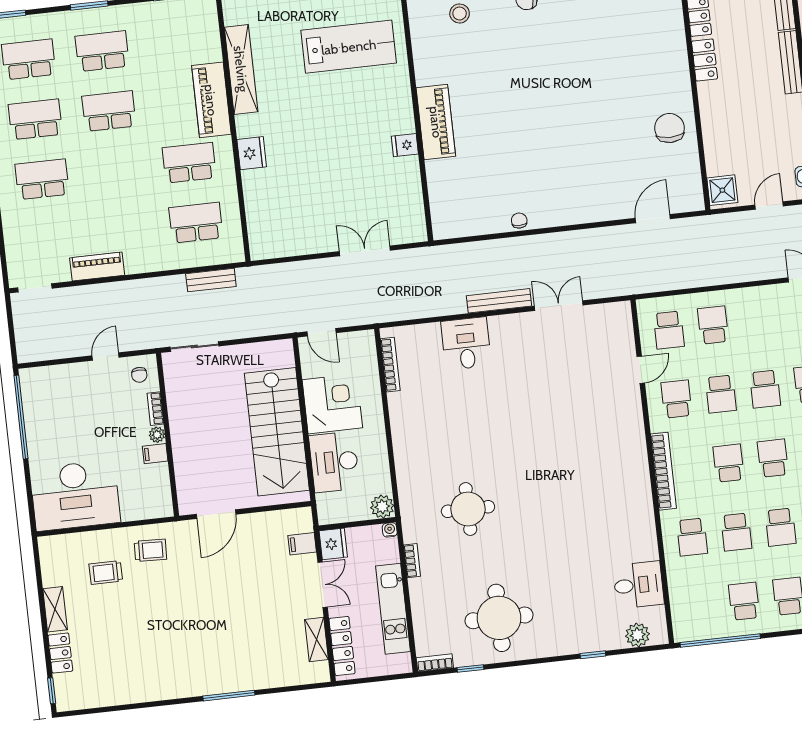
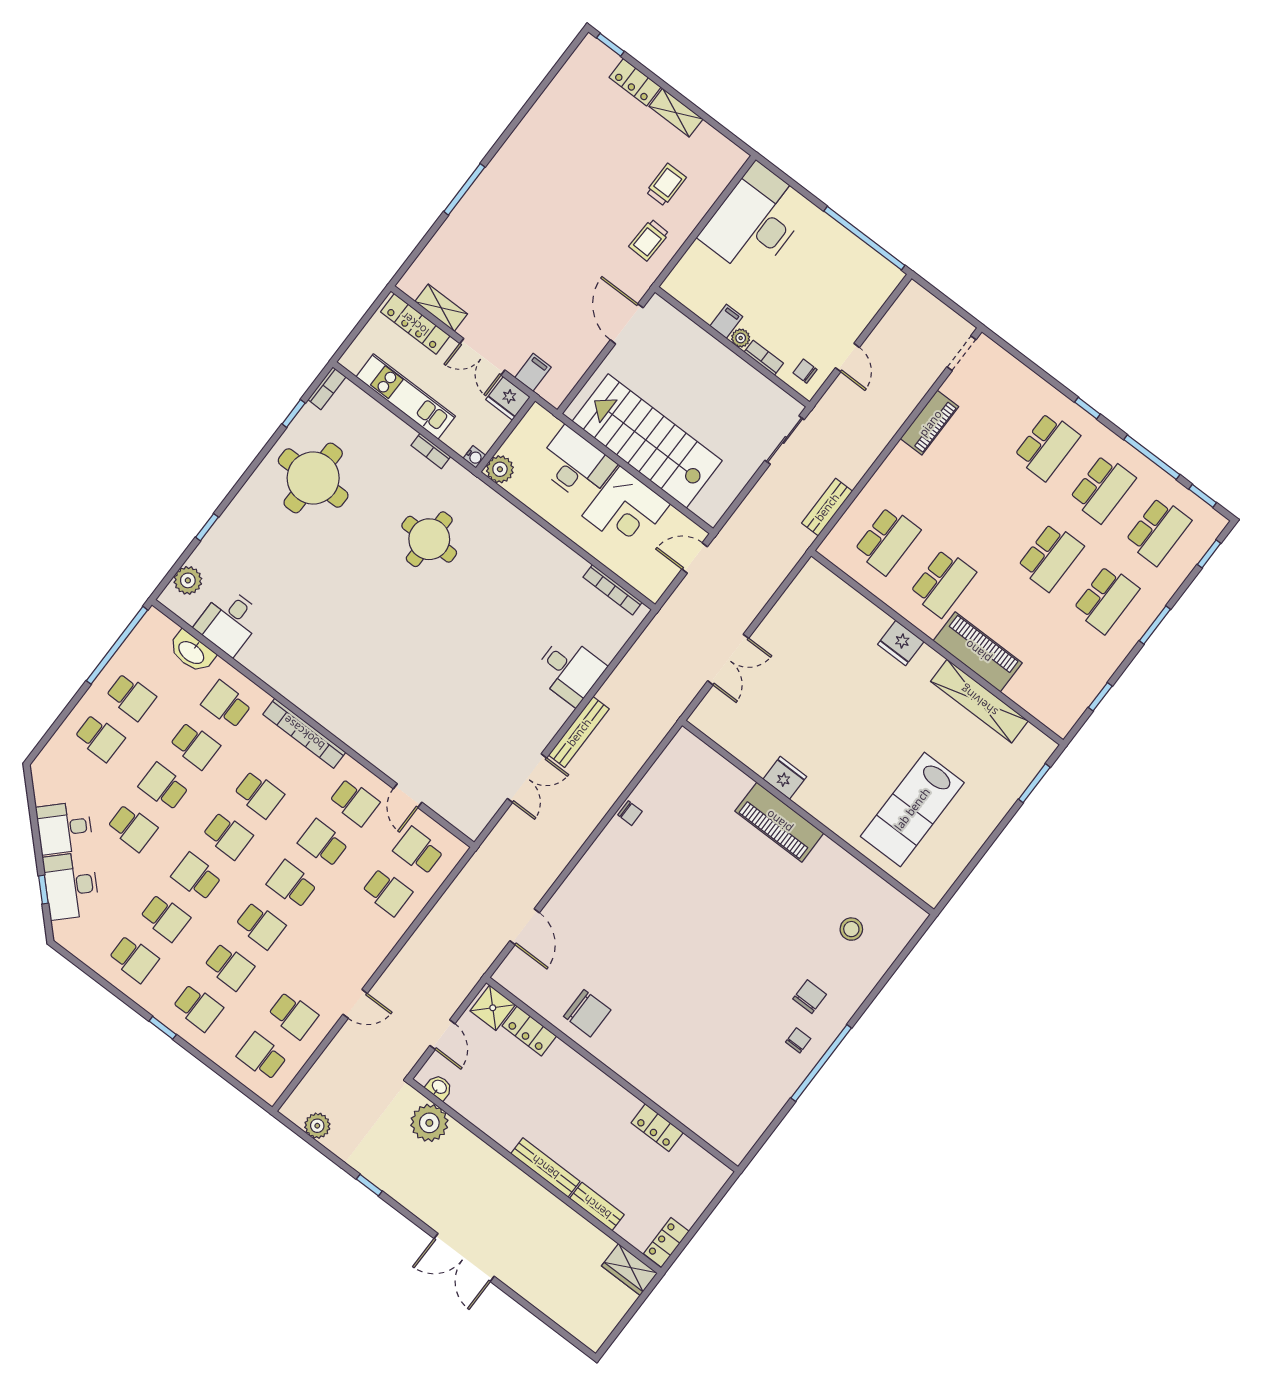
locker: (705, 60) -> (529, 1031), moved
fridge: (405, 145) -> (785, 778), width x1.38
school desk: (736, 532) -> (195, 746), turned 180
washbasin: (680, 590) -> (192, 652), added

